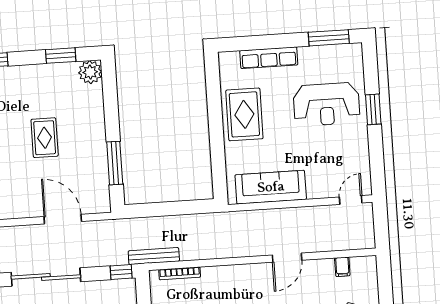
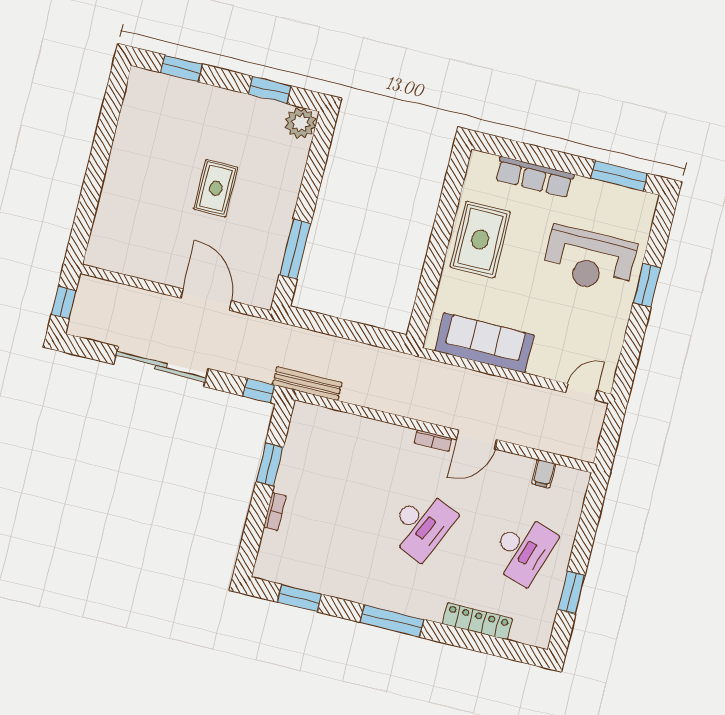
bookcase: (180, 273) -> (433, 441), moved, width x0.64

